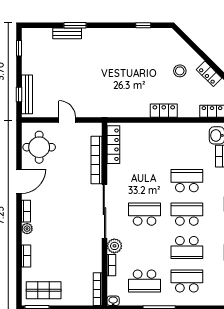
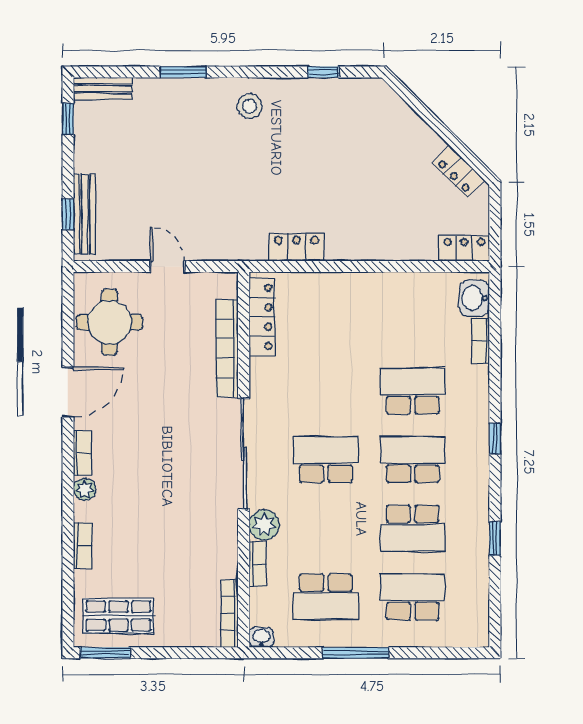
bench: (67, 33) -> (103, 89), moved
stool: (180, 71) -> (250, 106), moved
locker: (164, 111) -> (296, 247), moved

